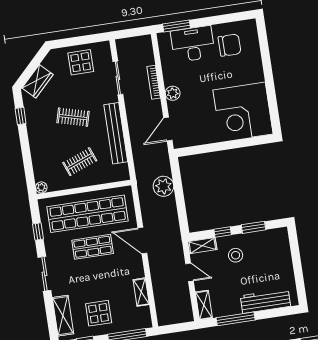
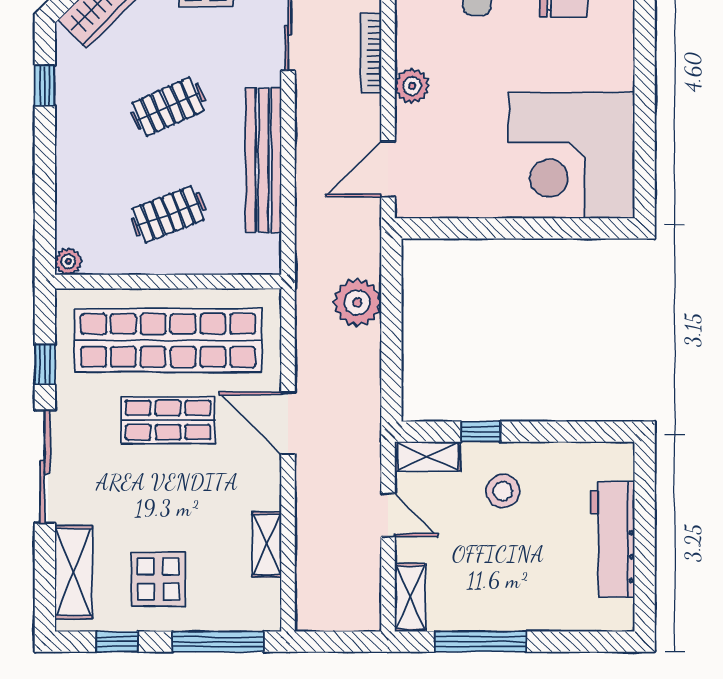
clothes rail: (73, 117) -> (168, 107), turned -39
window: (253, 227) -> (555, 432), removed
sliding door: (44, 274) -> (45, 467), width x1.37
workbench: (265, 301) -> (613, 539), moved, turned -90

